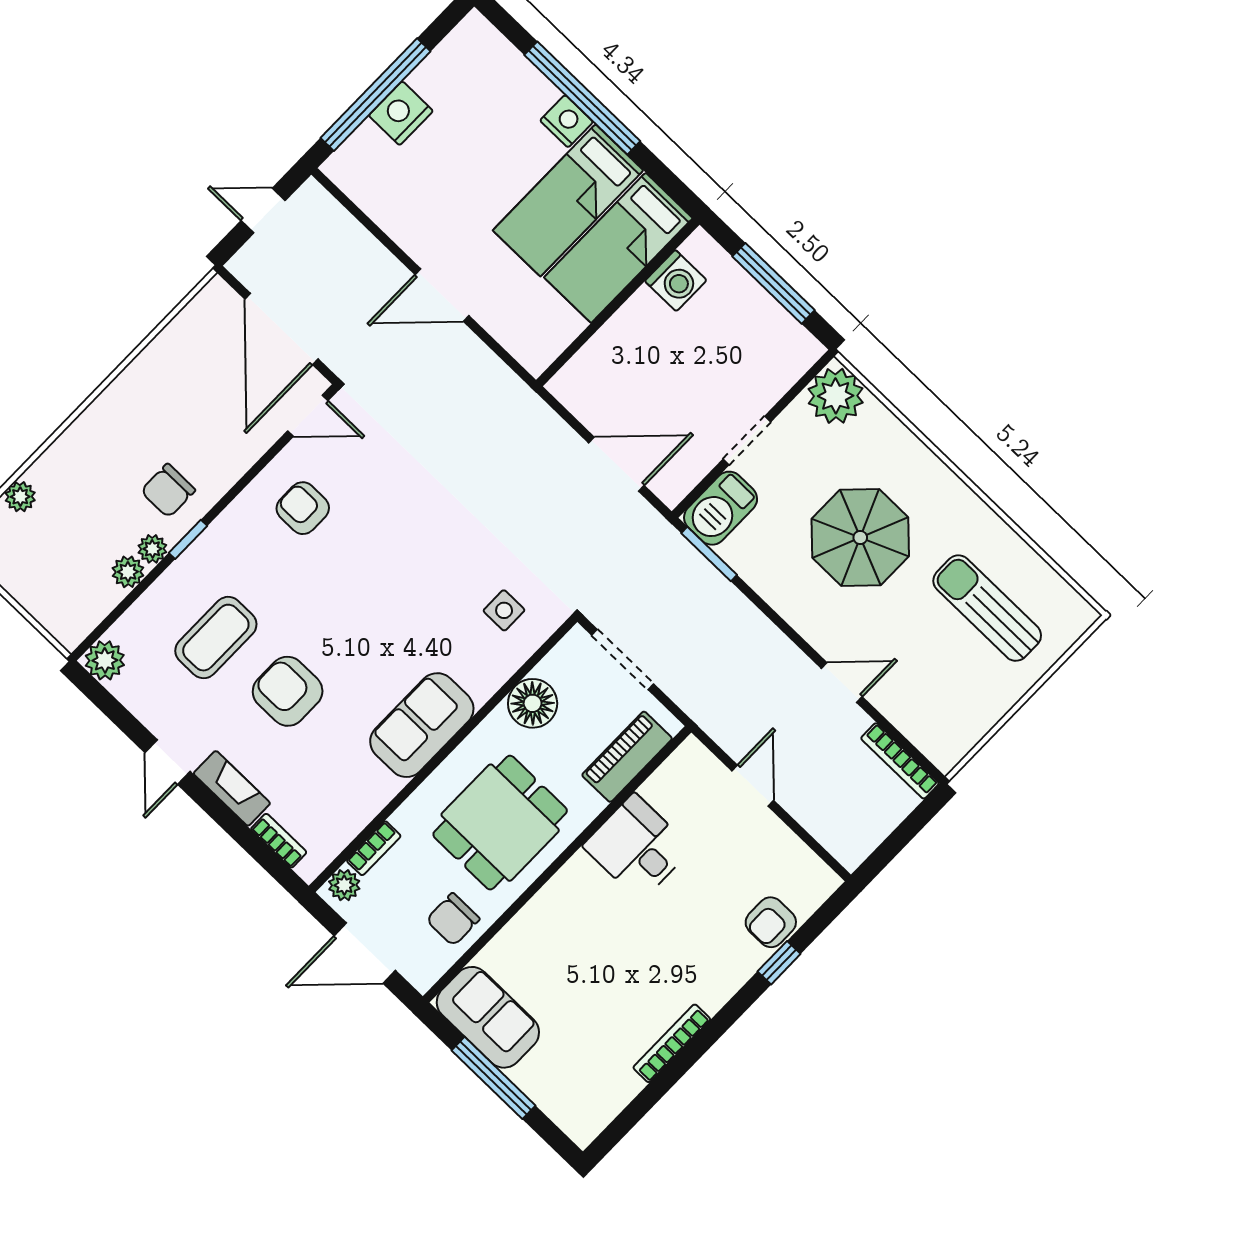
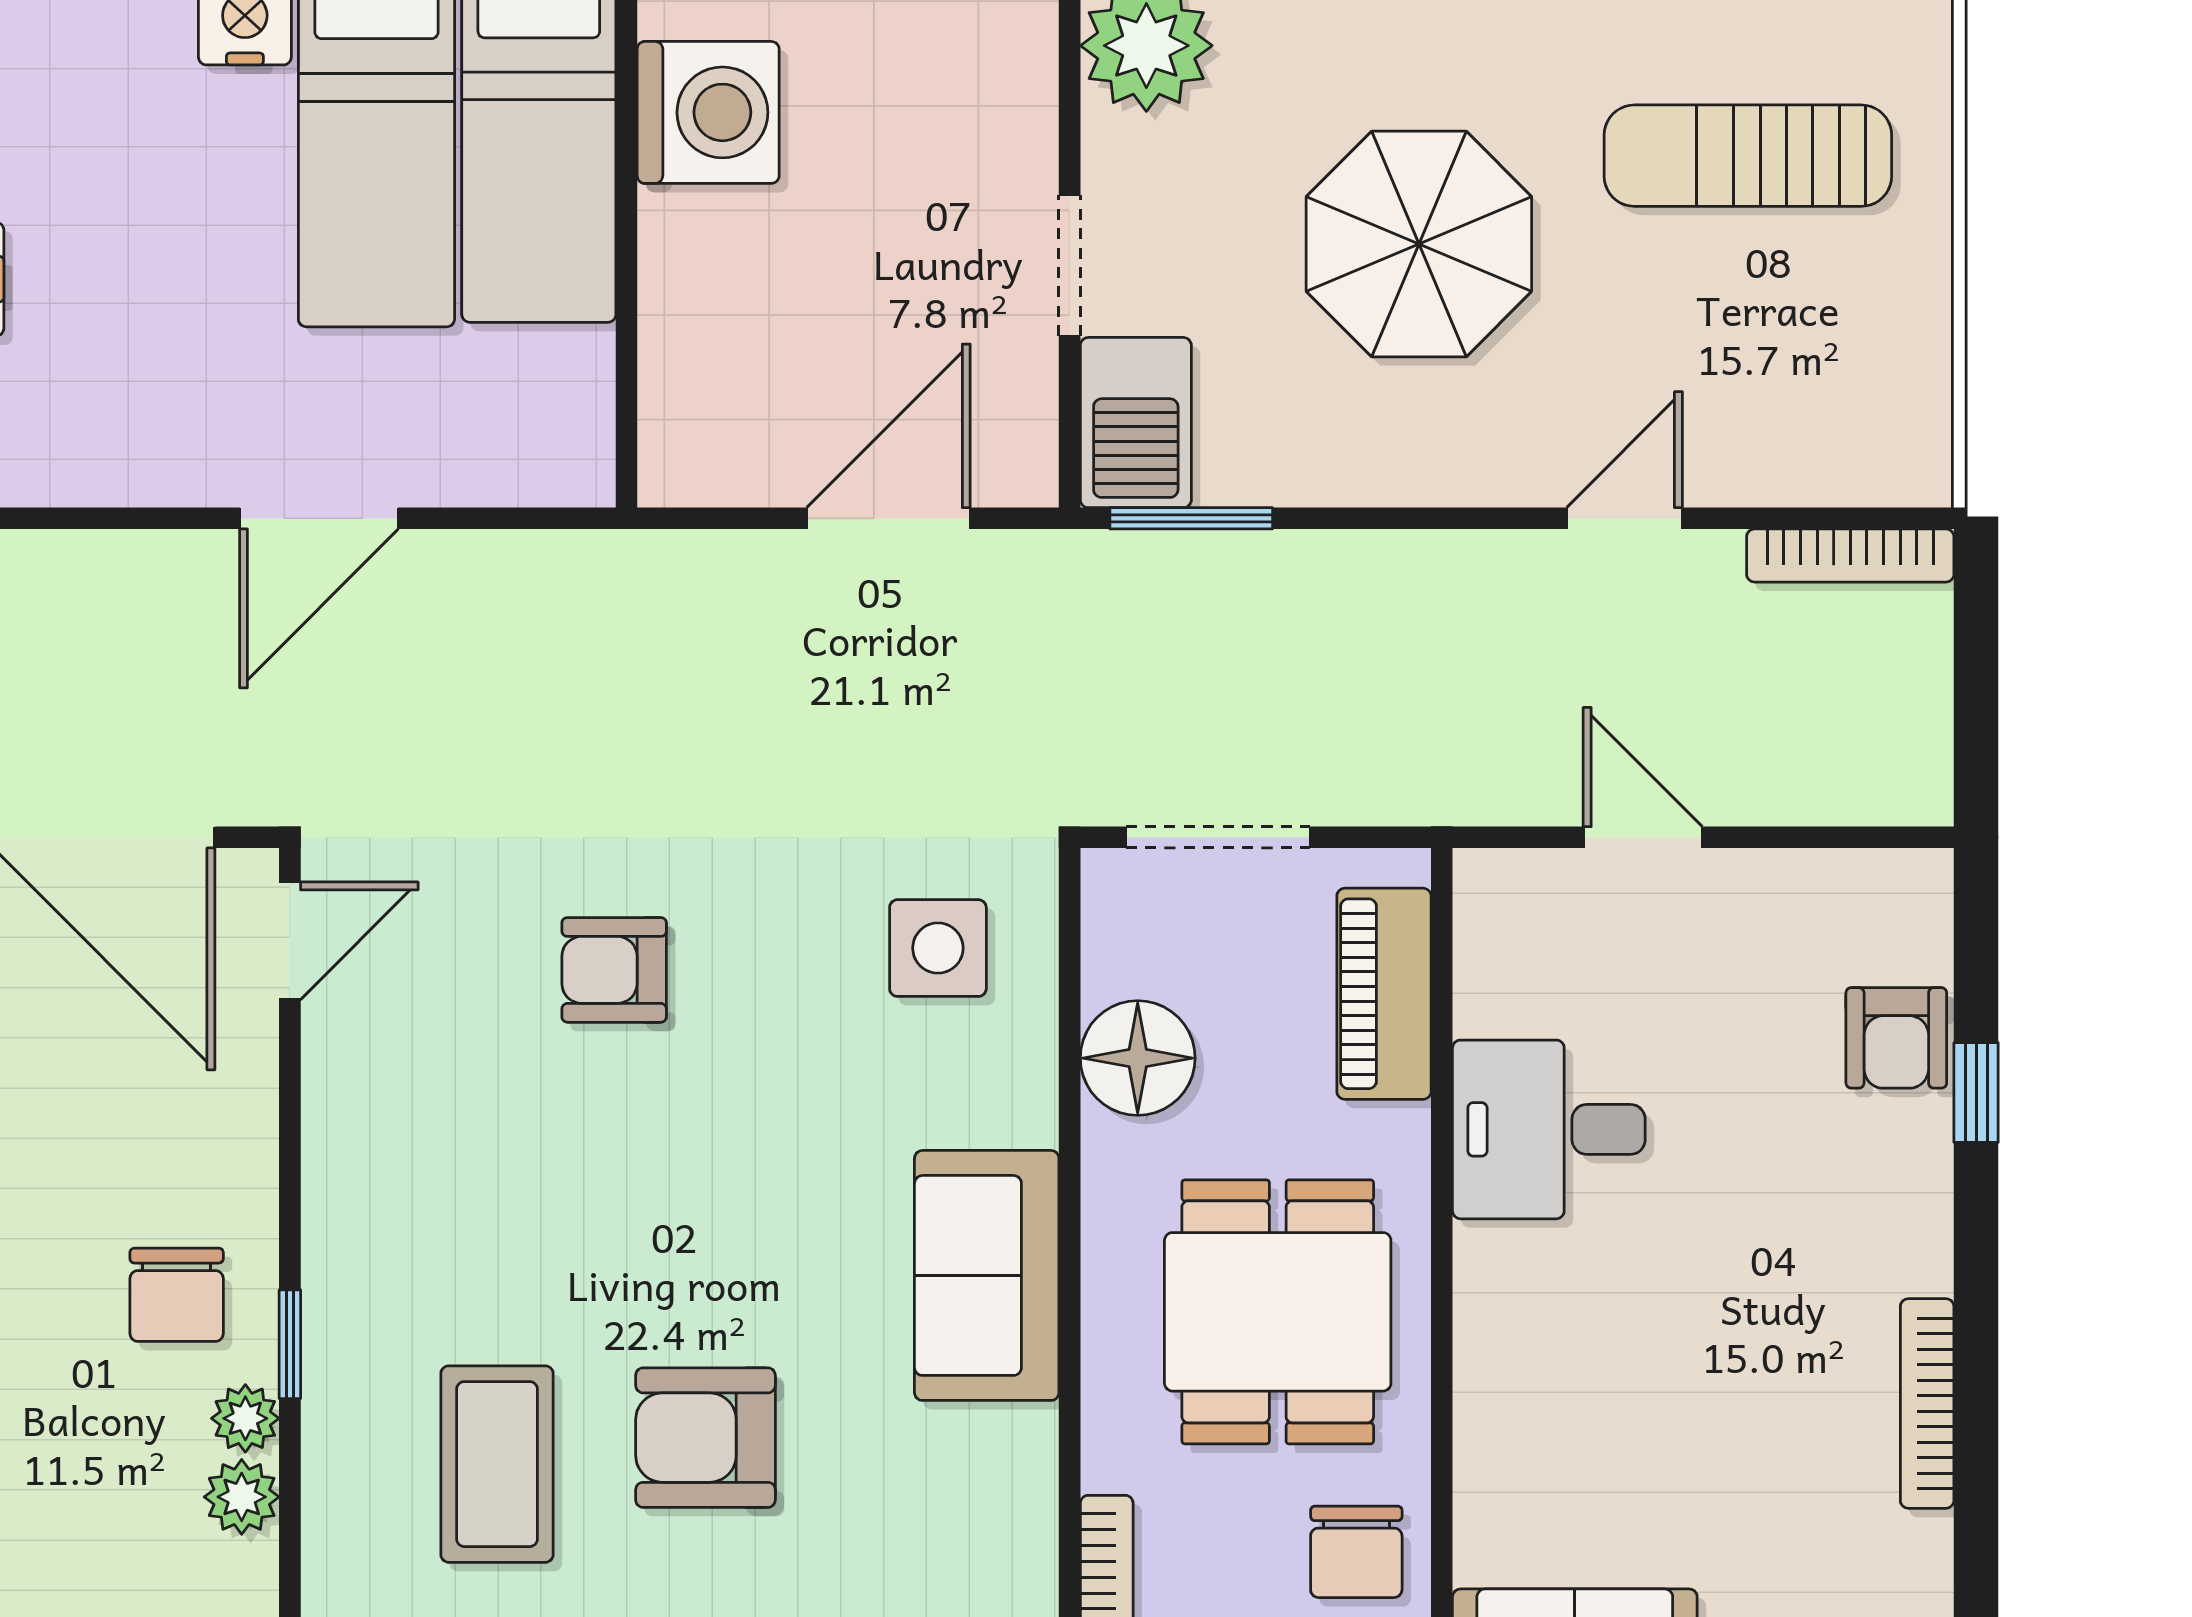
washing machine: (676, 281) -> (708, 112), width x1.37, depth x1.37
armchair: (303, 508) -> (614, 970), moved
side table: (504, 610) -> (938, 948), width x1.37, depth x1.37

